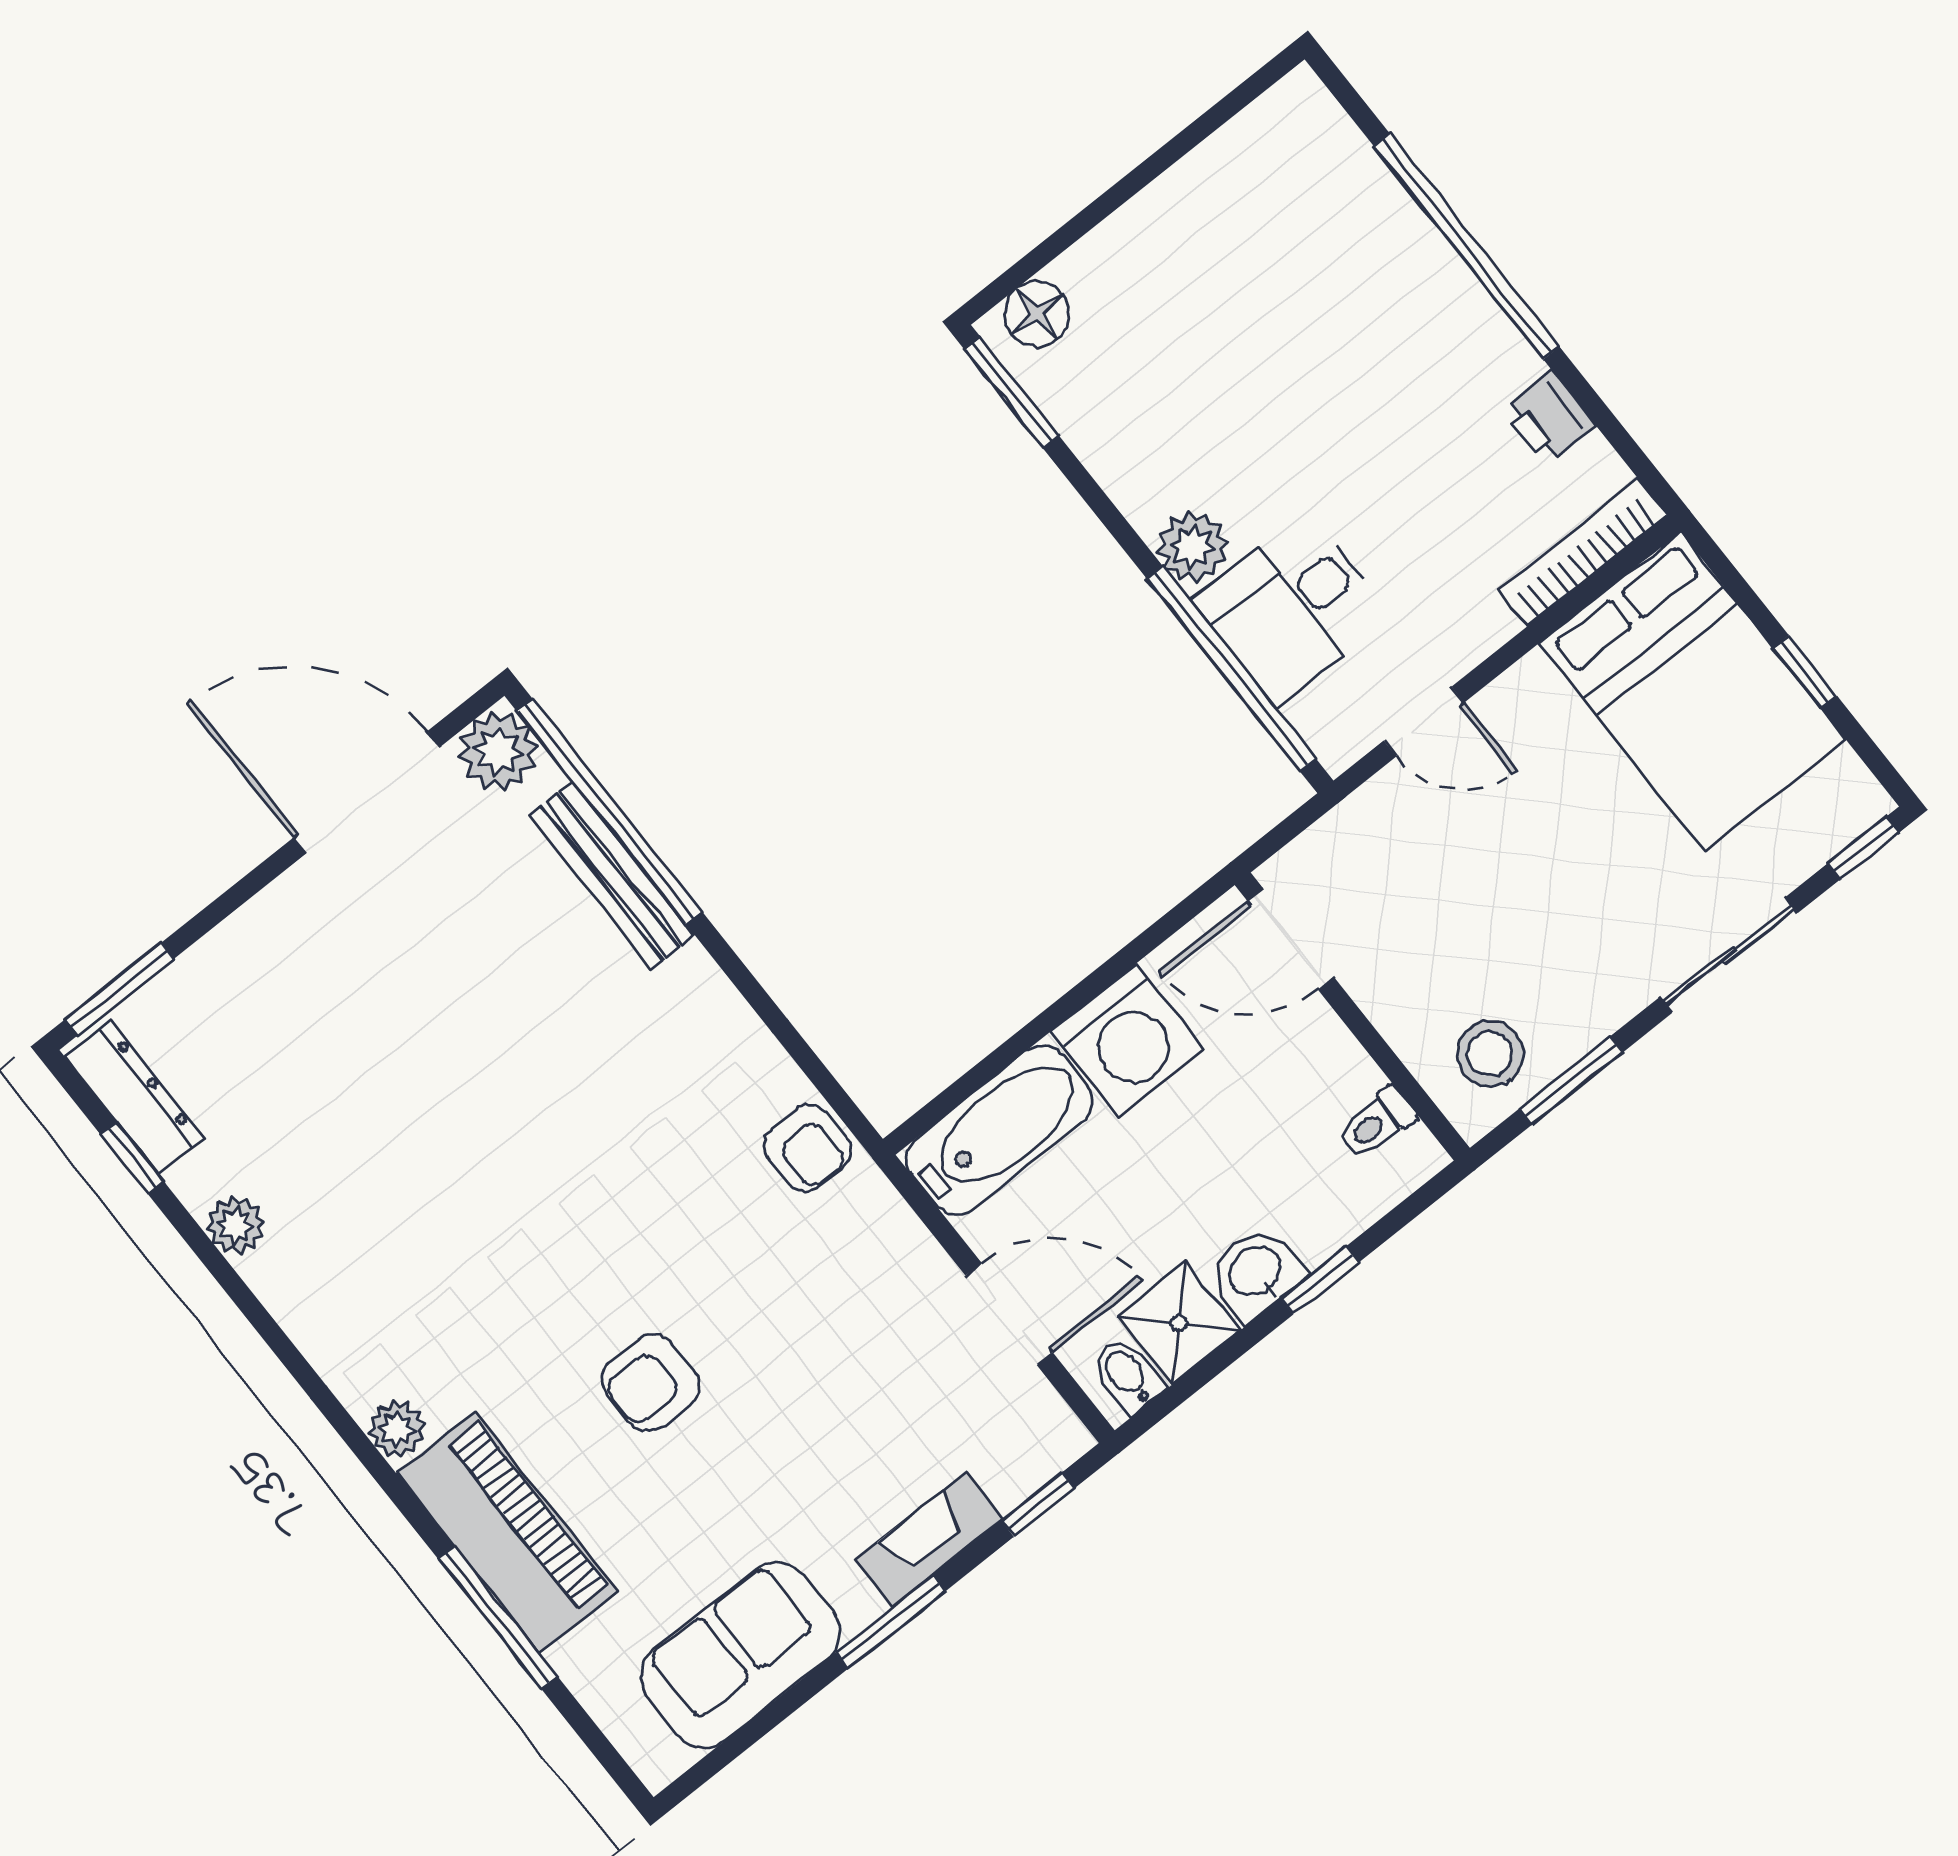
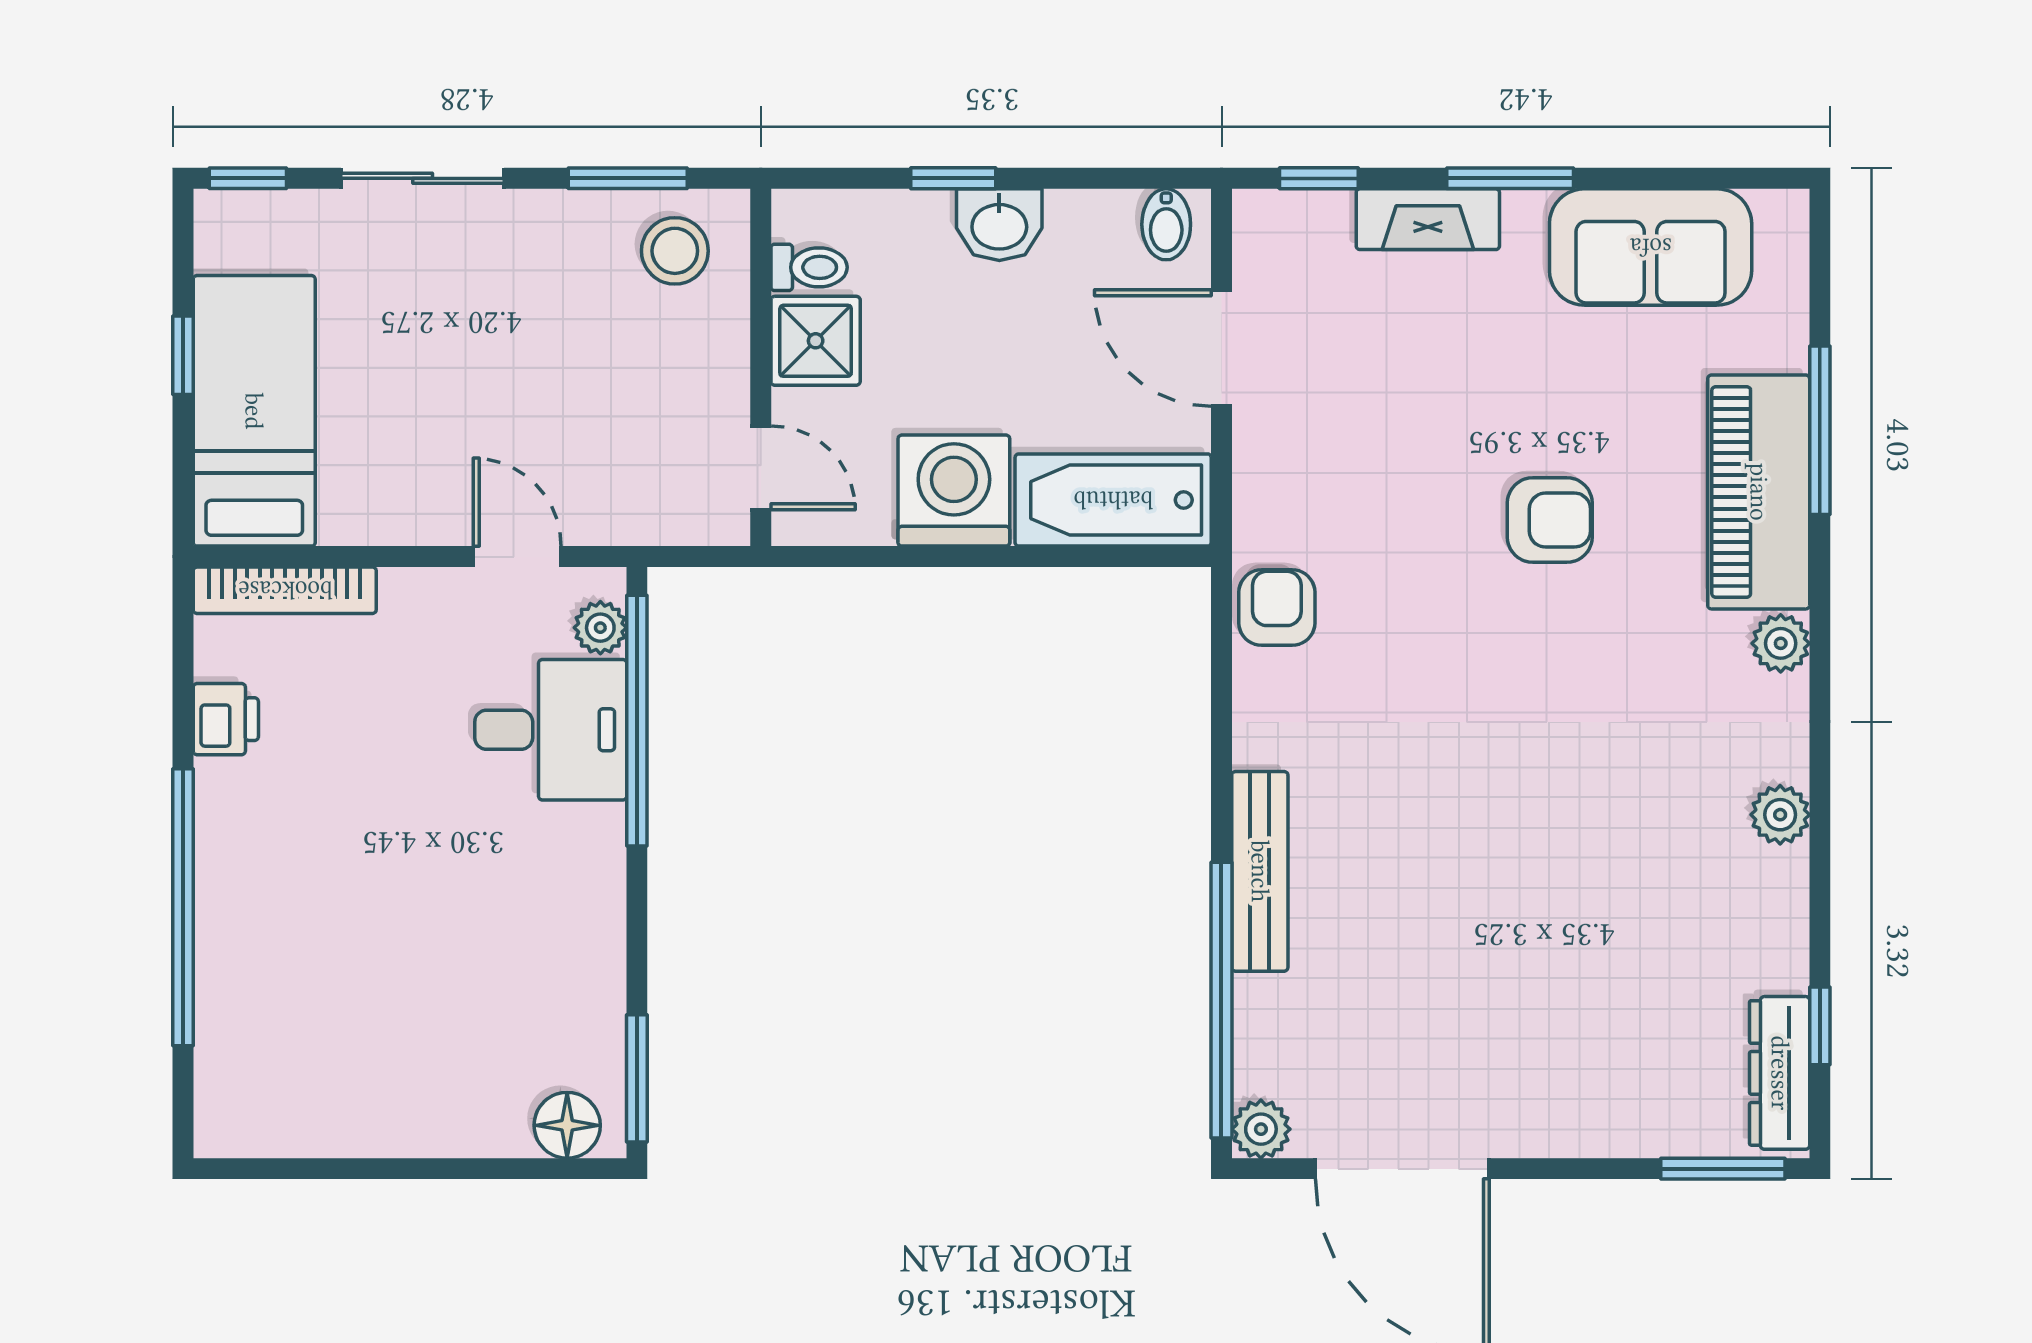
plant: (1193, 547) -> (600, 628), moved, width x0.73, depth x0.73
bed: (1692, 691) -> (254, 411), width x0.67
plant: (498, 751) -> (1261, 1129), width x0.73, depth x0.73
bench: (612, 875) -> (1260, 871), moved
door: (1291, 939) -> (761, 468), width x0.73
plant: (236, 1225) -> (1780, 815), moved
shower: (1179, 1323) -> (816, 341), moved

